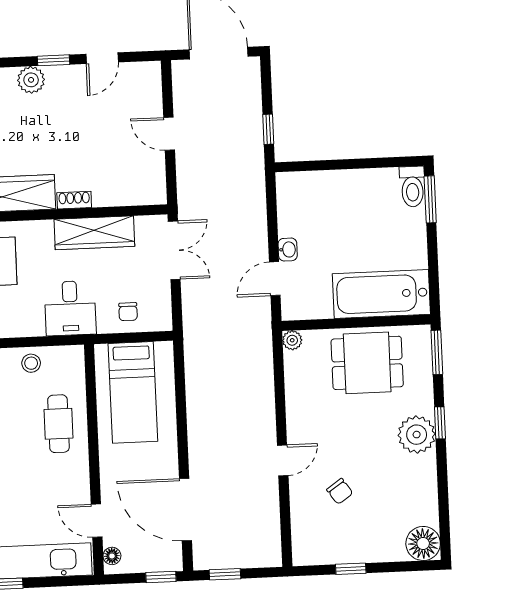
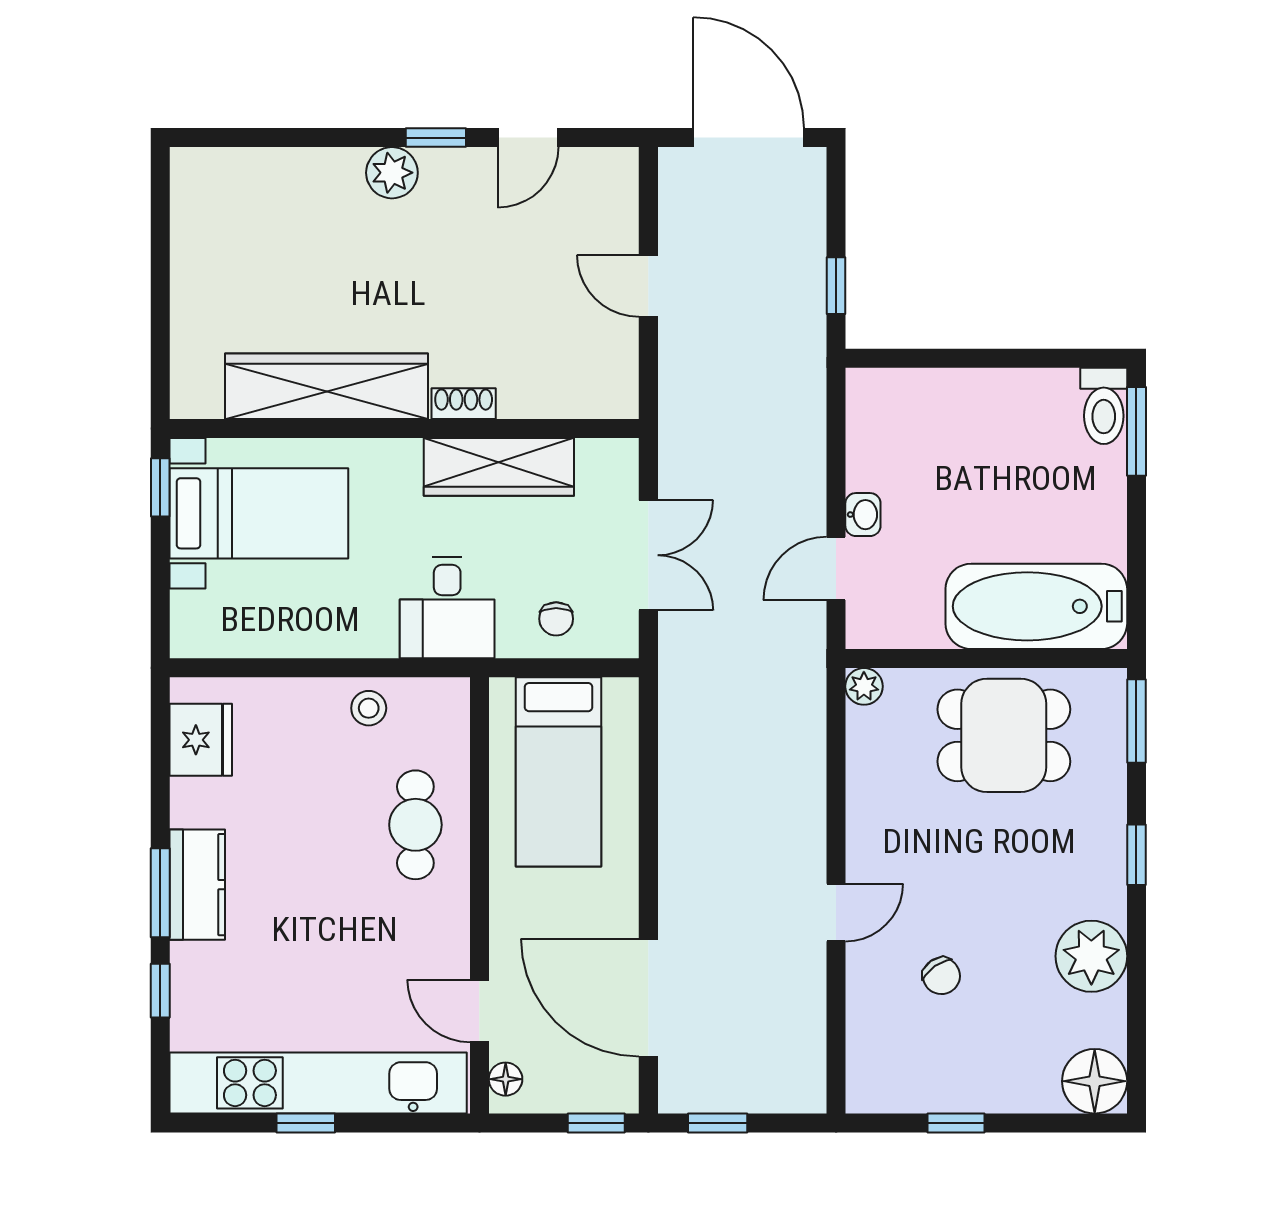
double door: (174, 250) -> (648, 555), moved
plant: (417, 435) -> (1091, 956), moved

